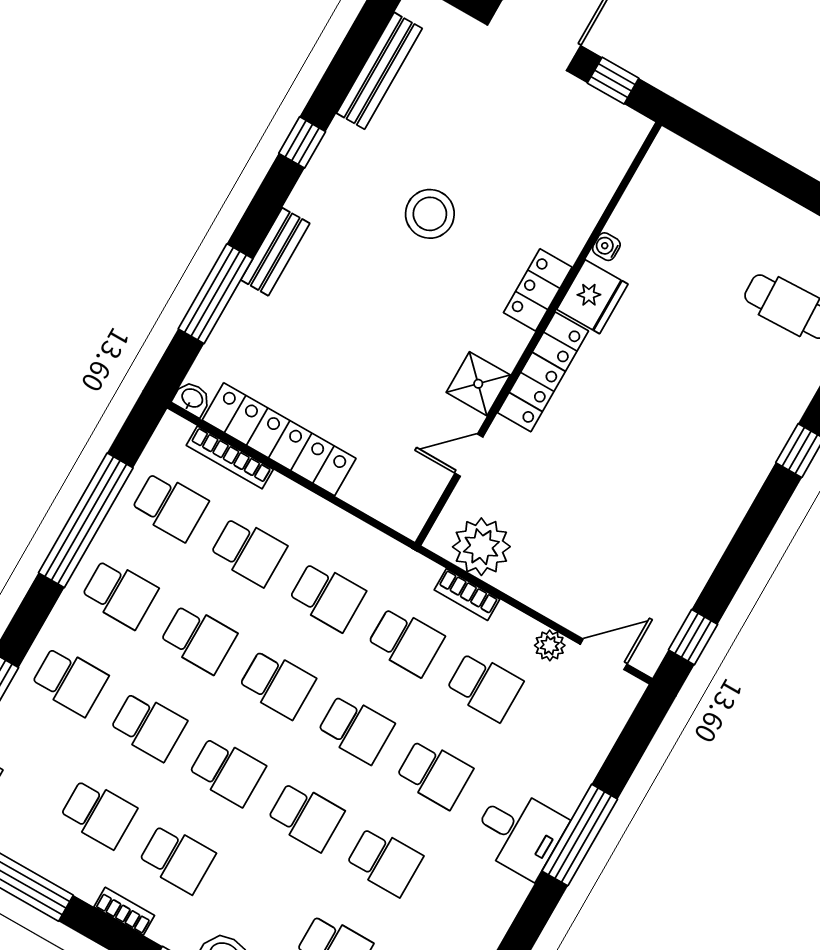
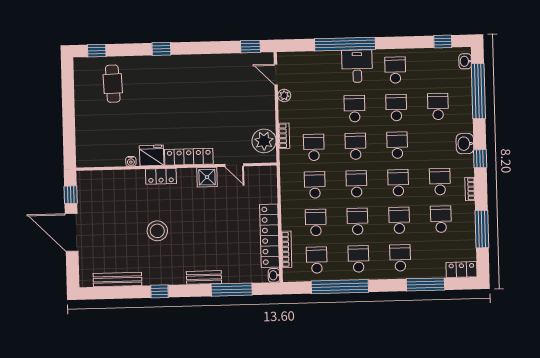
school desk: (484, 686) -> (395, 70), moved
window: (580, 835) -> (345, 44), width x1.46

